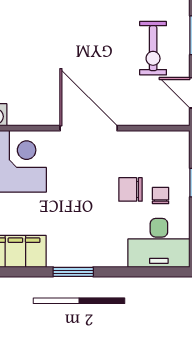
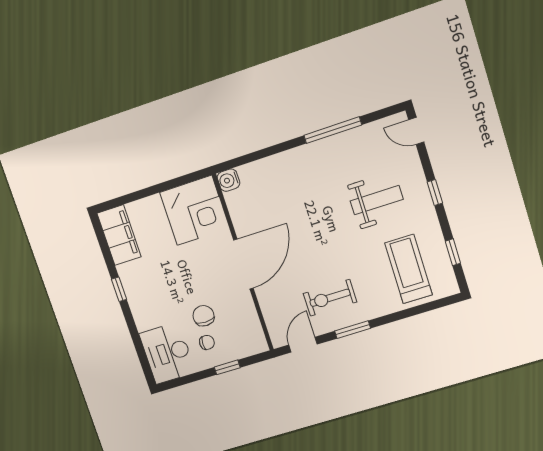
window: (73, 272) -> (119, 289), width x0.67

